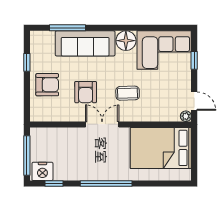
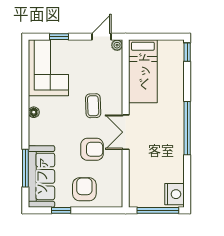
floor lamp: (126, 41) -> (34, 112), width x0.53, depth x0.53
sofa: (85, 43) -> (41, 176), moved
bed: (161, 148) -> (143, 71), width x0.67
window: (54, 184) -> (187, 52), moved

